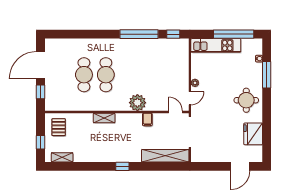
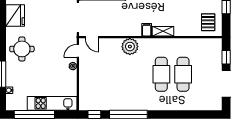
filing cabinet: (147, 120) -> (147, 30), moved

